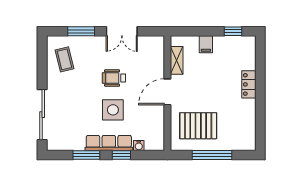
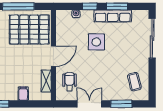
wheelchair: (114, 78) -> (70, 82), moved, turned -90
pallet: (198, 126) -> (29, 29), width x1.37, depth x1.41
row of seats: (109, 143) -> (113, 16), moved

